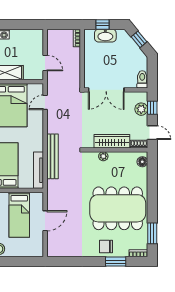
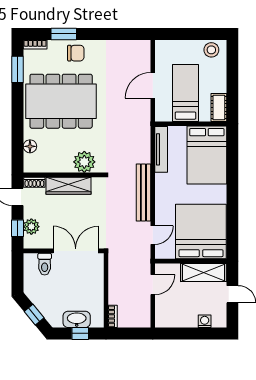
door: (45, 63) -> (153, 285), swing flipped
toilet: (142, 79) -> (45, 264), moved
bench: (53, 156) -> (143, 192), moved
plant: (103, 156) -> (84, 162), width x1.88, depth x1.88
floor lamp: (142, 162) -> (30, 146), moved

